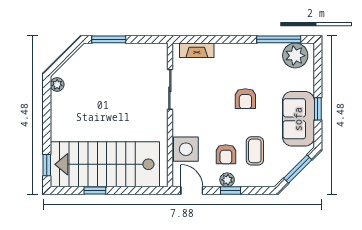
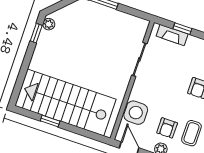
window: (206, 39) -> (182, 29), added
window: (47, 165) -> (36, 33), moved

